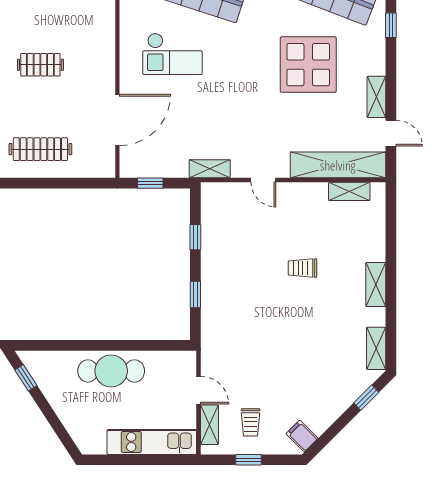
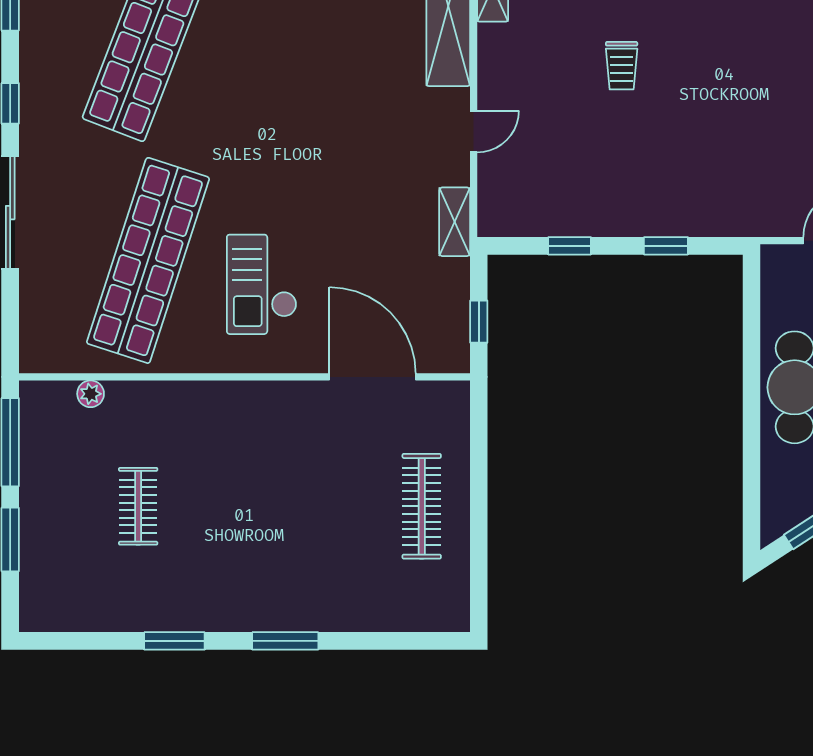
checkout: (172, 54) -> (262, 284), turned 180
clothes rail: (40, 65) -> (280, 506), removed
display table: (308, 65) -> (280, 56), removed

